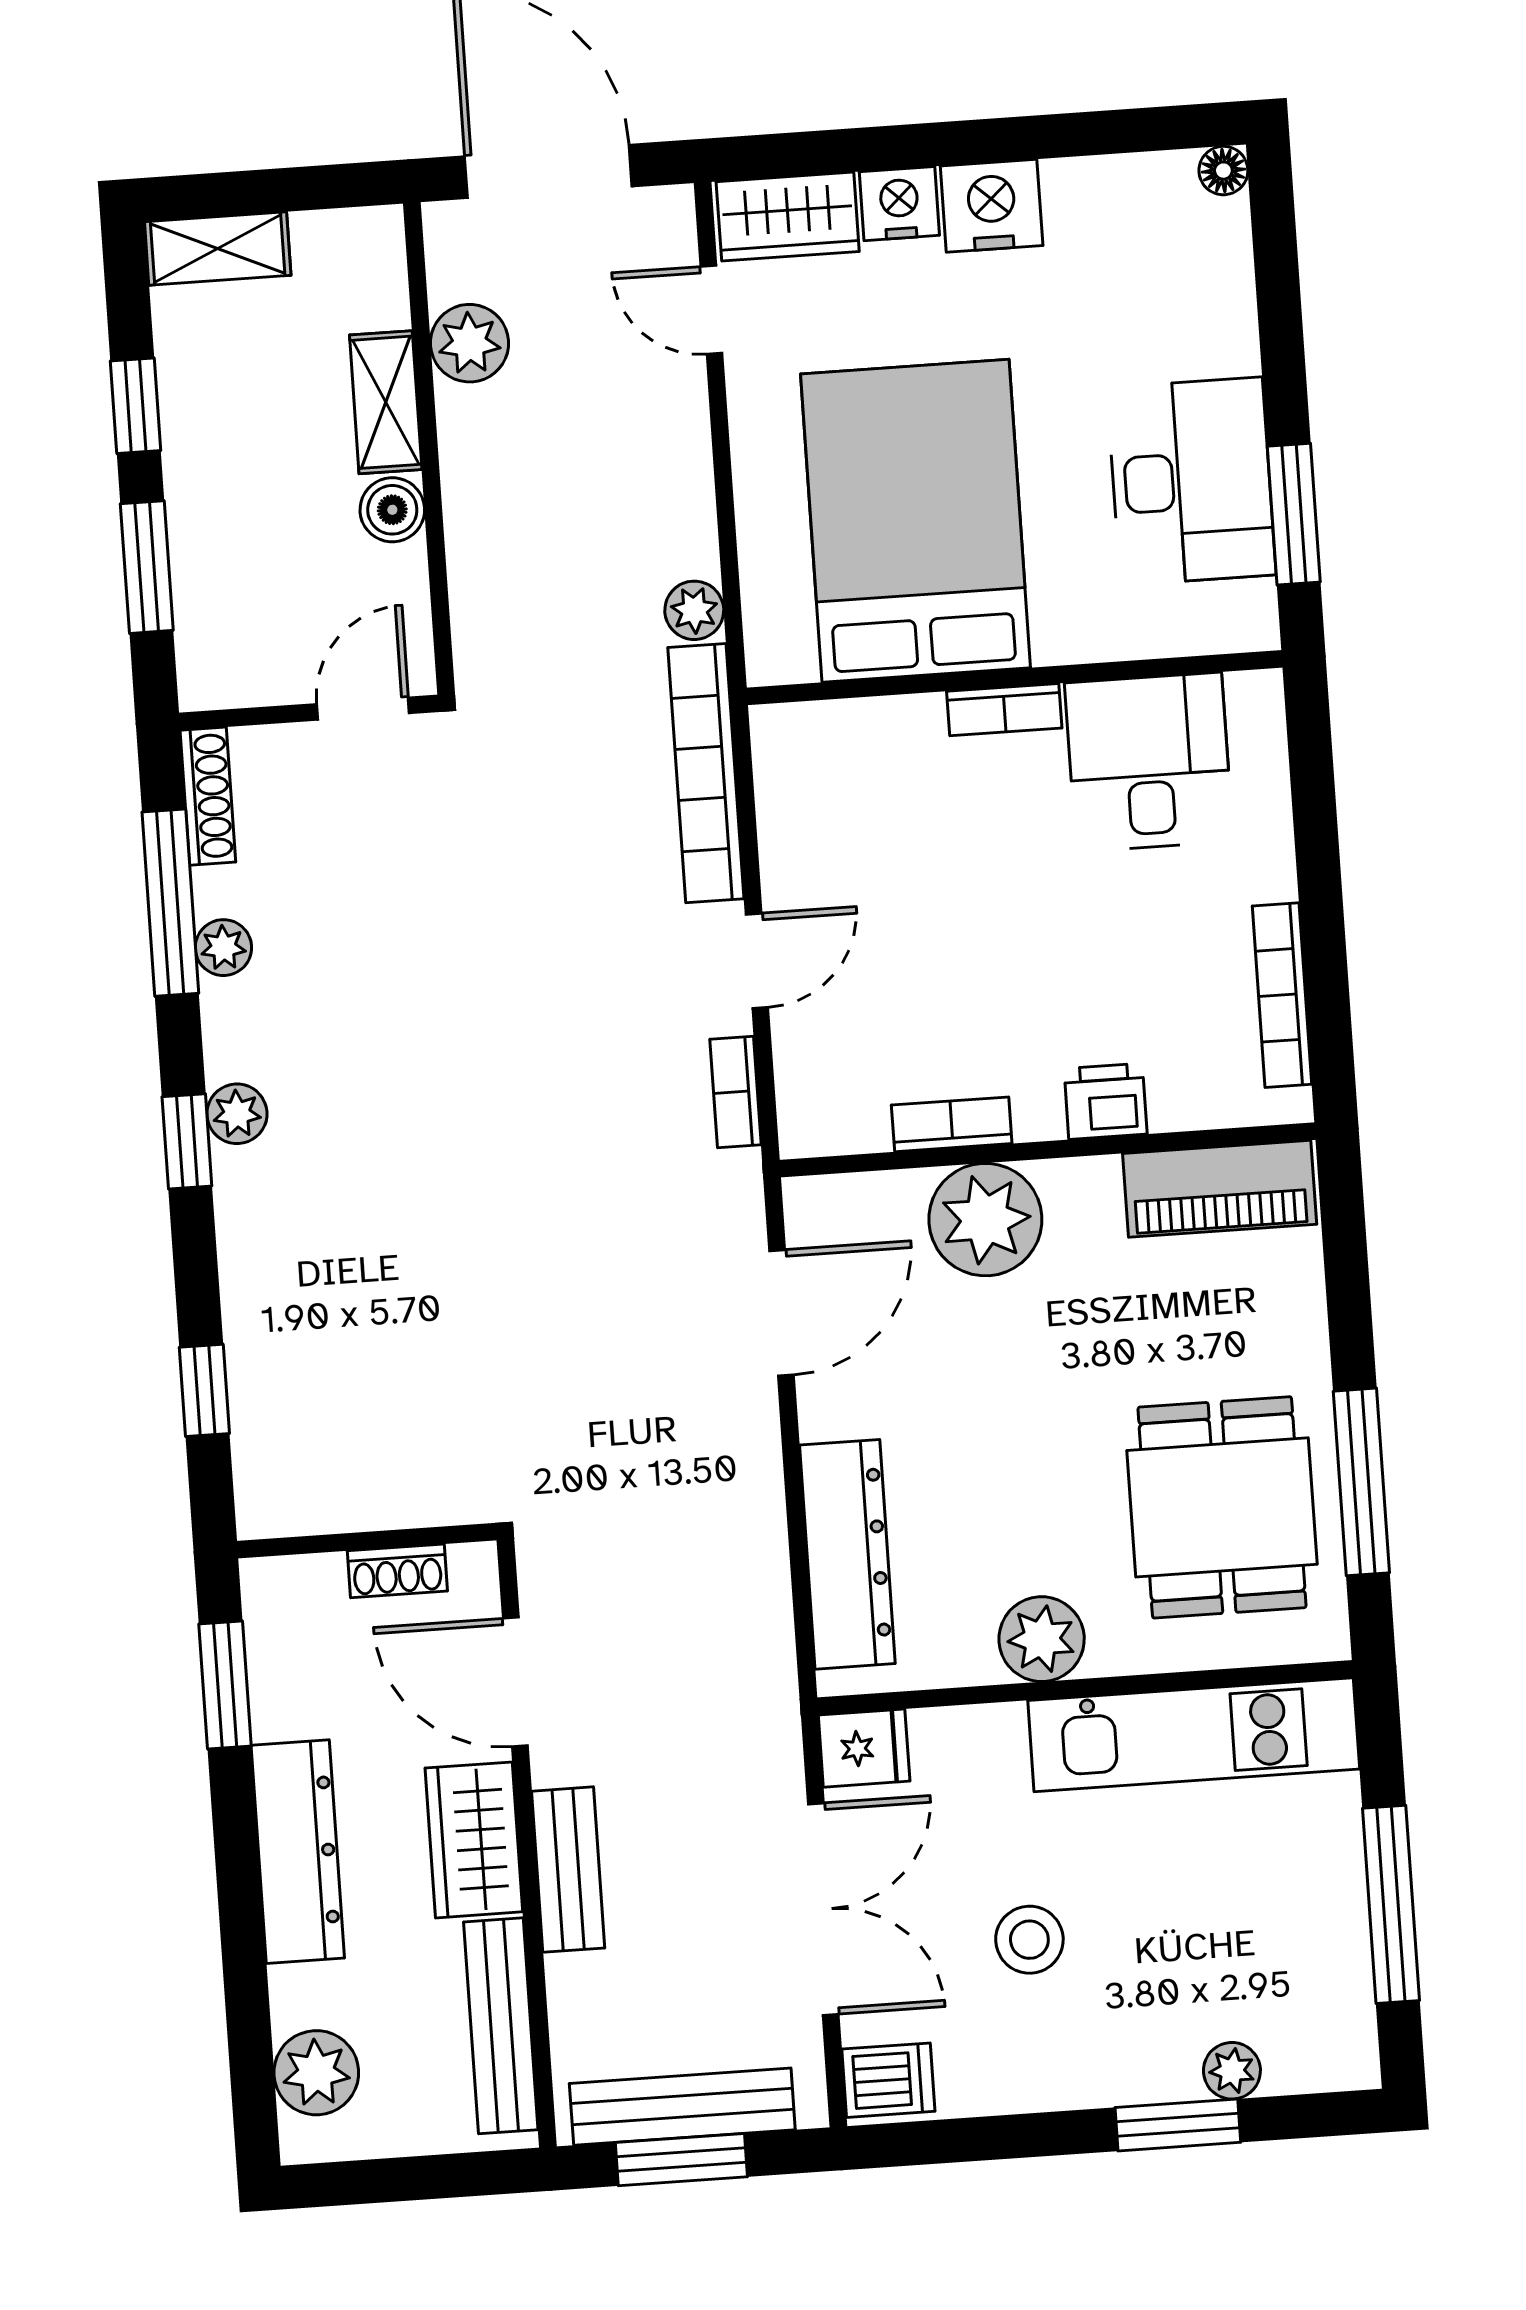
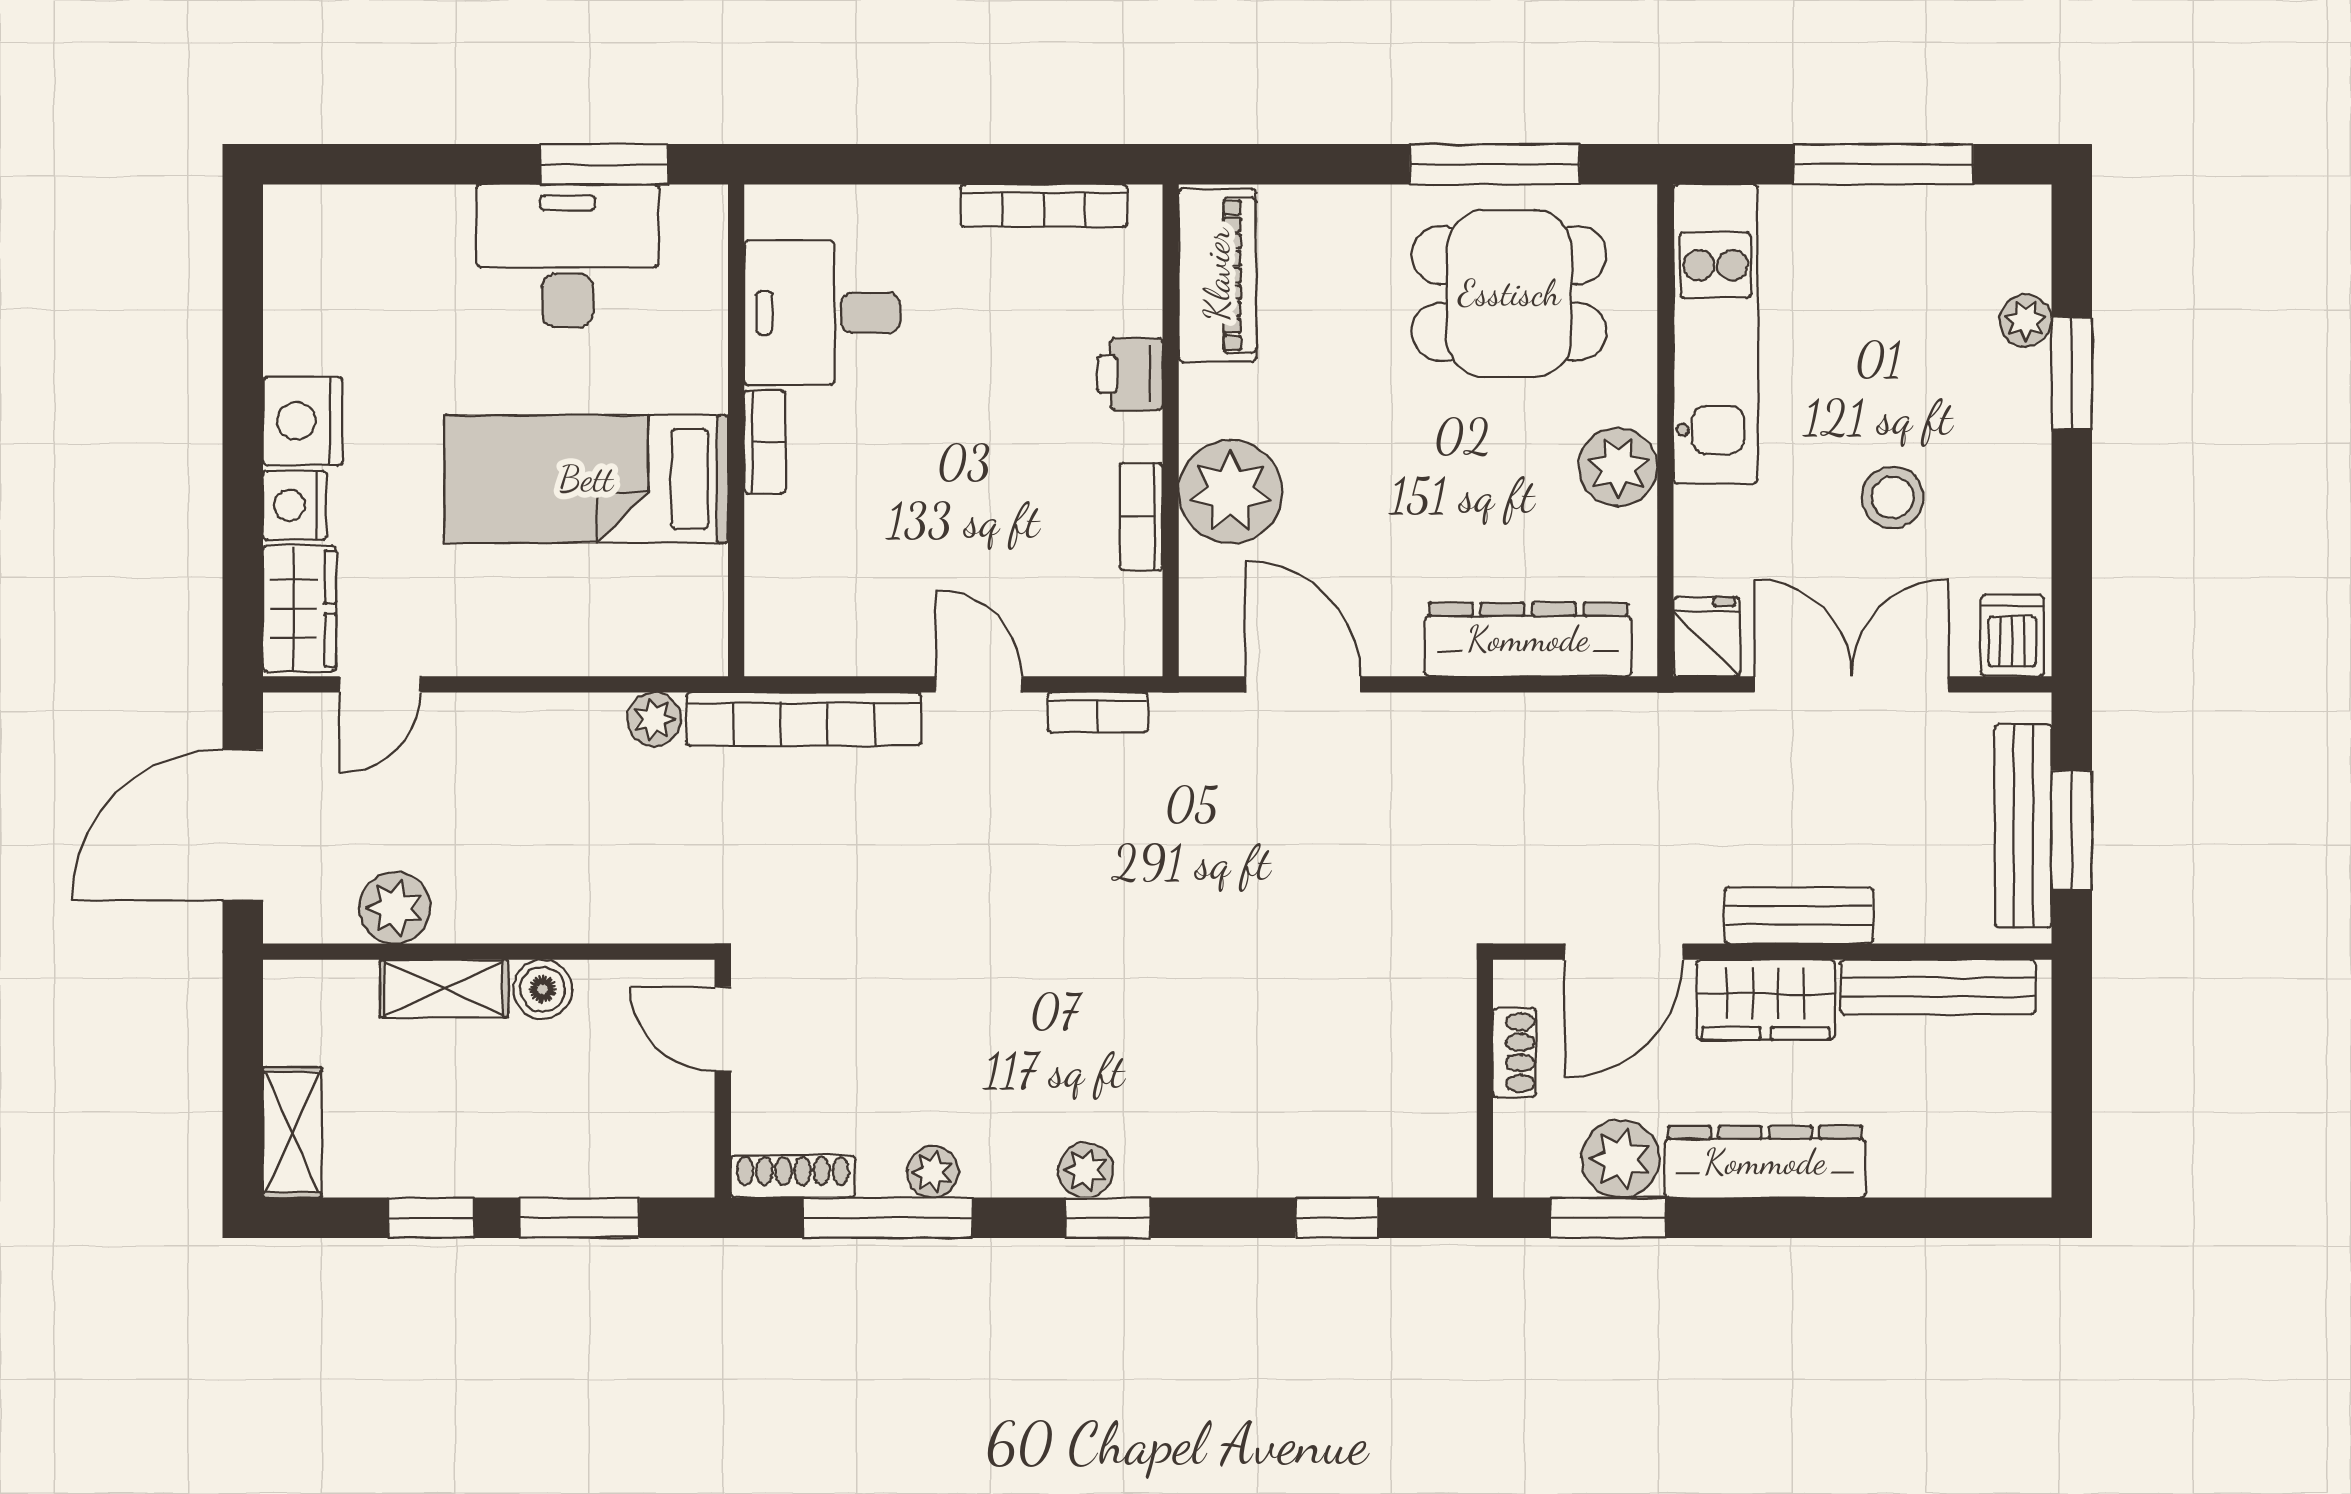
floor lamp: (1223, 171) -> (285, 207), removed
bed: (916, 521) -> (586, 479), width x0.67
plant: (316, 2073) -> (1620, 1159), moved

